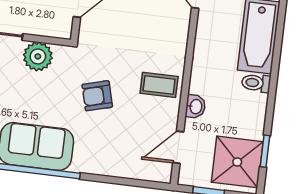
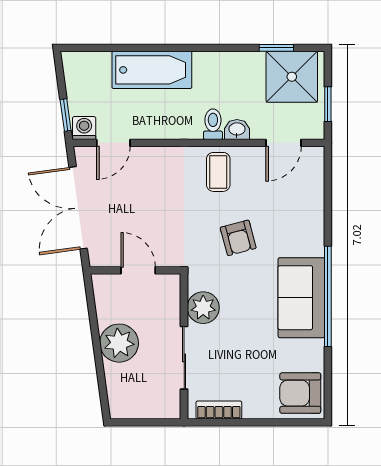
toilet: (256, 83) -> (213, 124), moved, turned 180
door: (178, 147) -> (284, 143), hinge flipped

